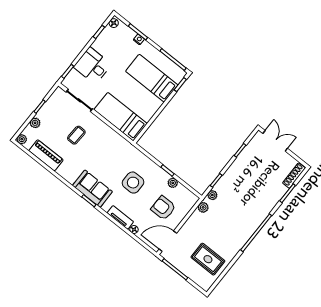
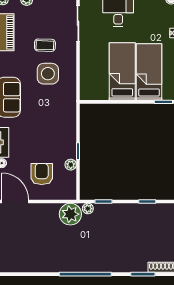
bed: (121, 117) -> (122, 71), moved
side table: (133, 183) -> (48, 74), moved
plant: (203, 207) -> (70, 214), width x1.88, depth x1.88
rug: (208, 259) -> (28, 250), removed

